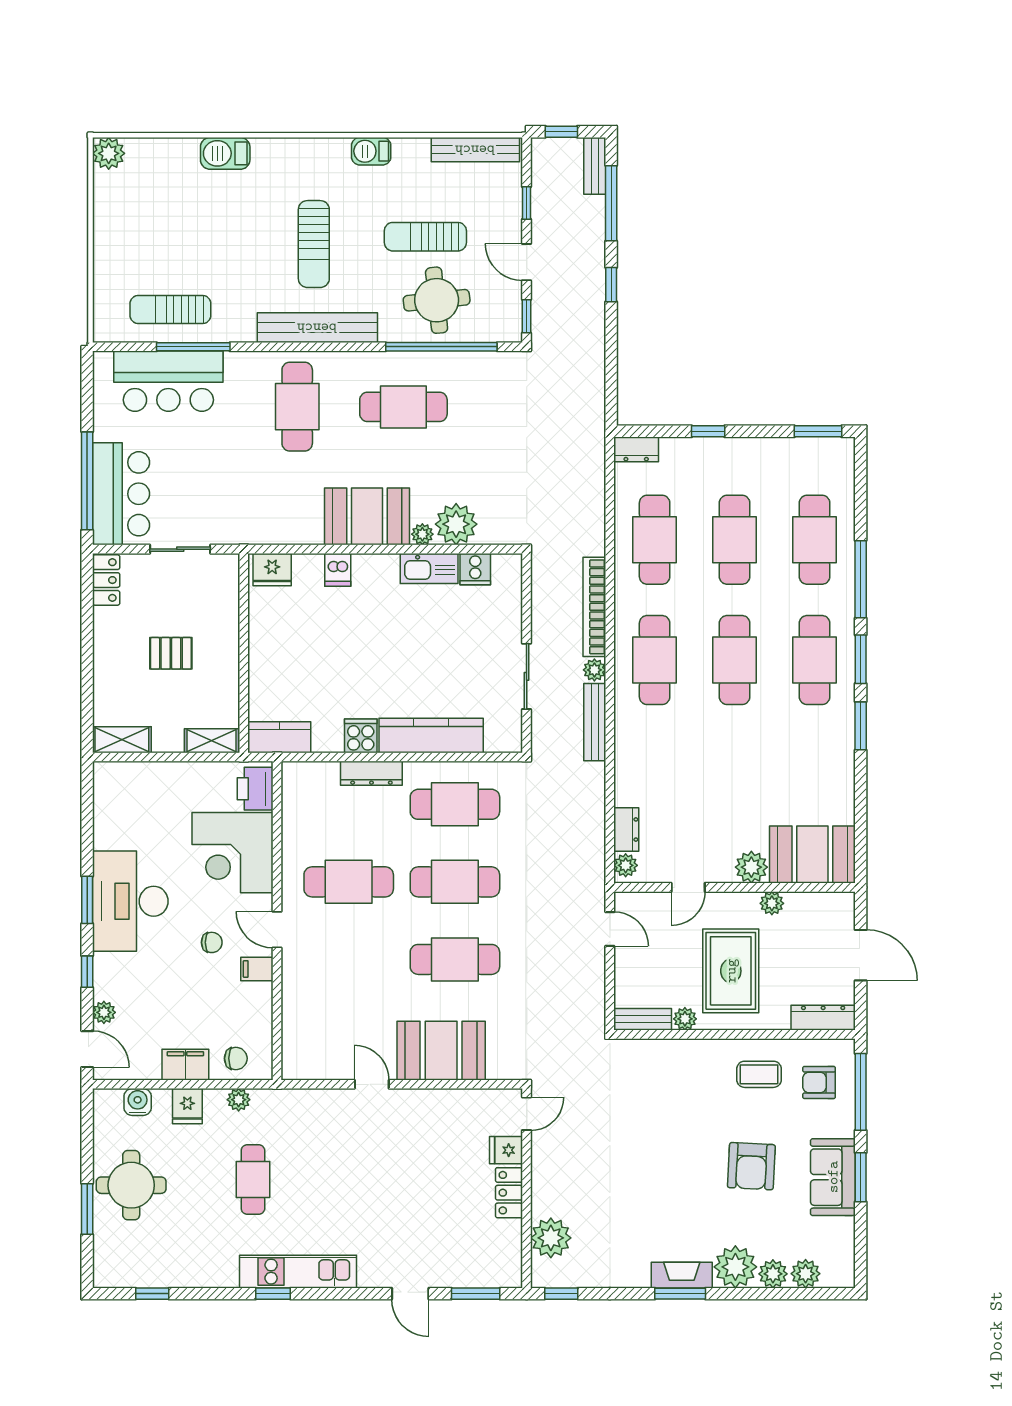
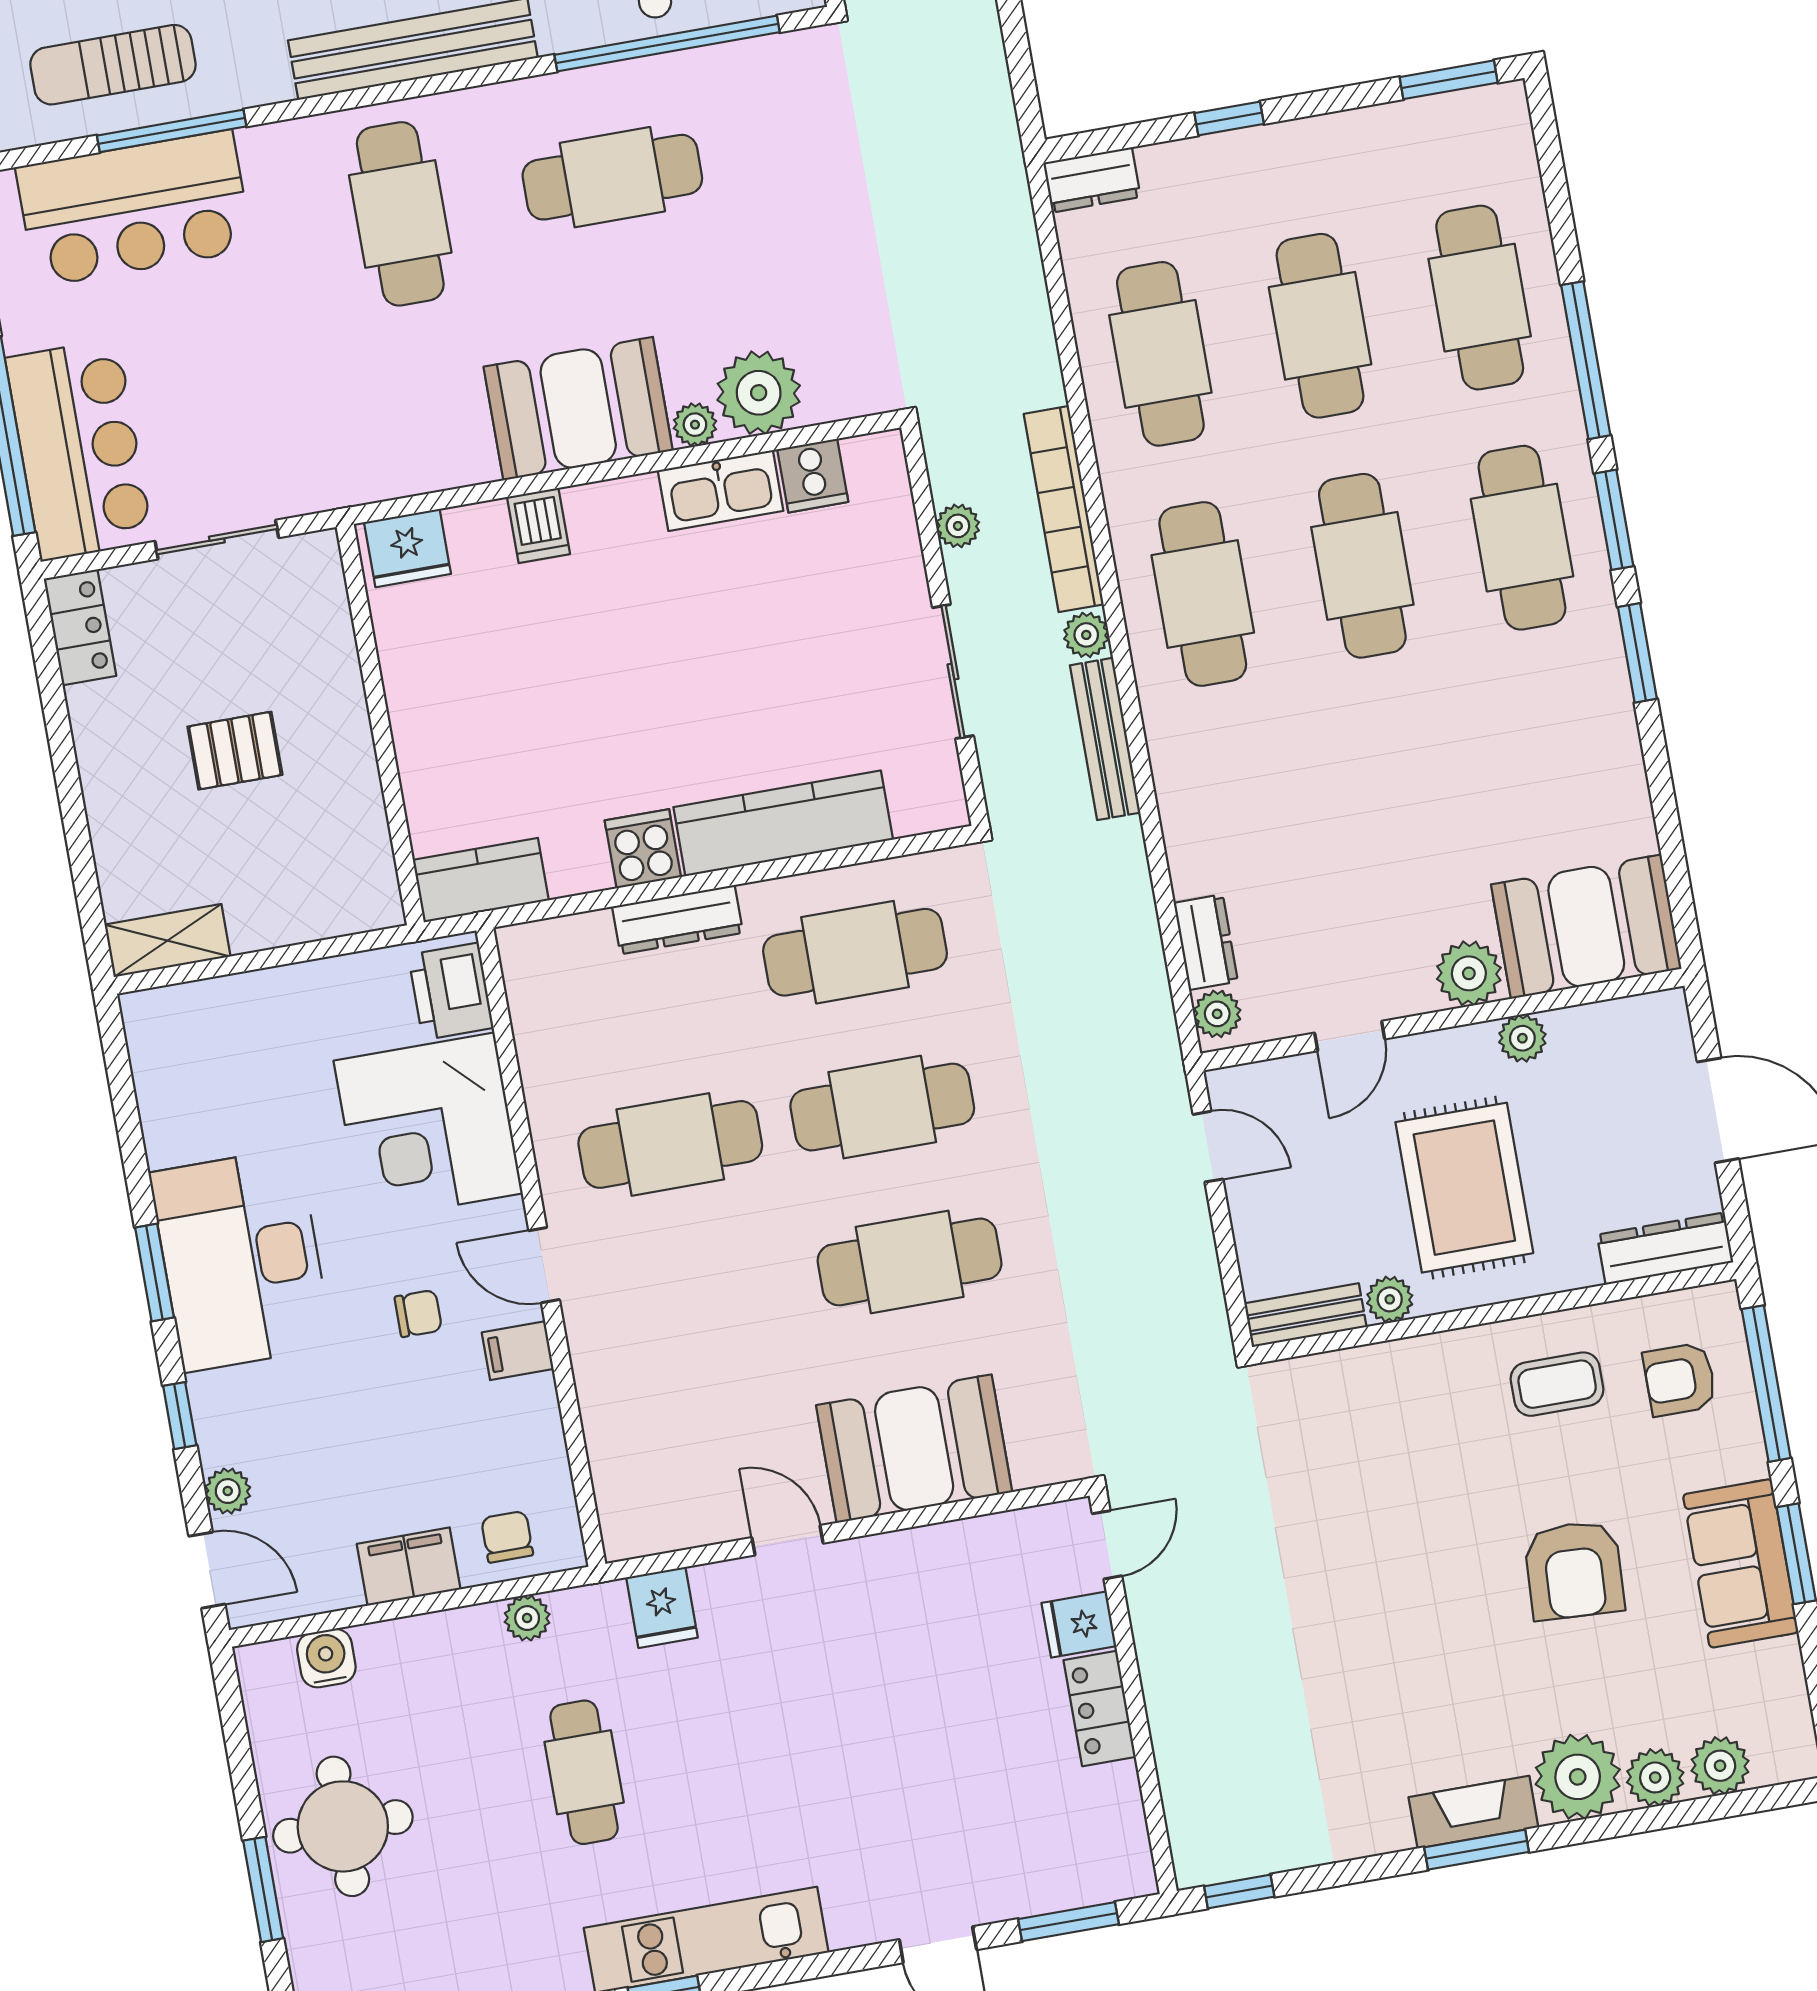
shelving: (211, 741) -> (347, 911), removed
chair: (236, 1058) -> (507, 1537), turned -90
fridge: (187, 1106) -> (662, 1607), moved
plant: (551, 1238) -> (958, 526), moved, width x0.53, depth x0.53

